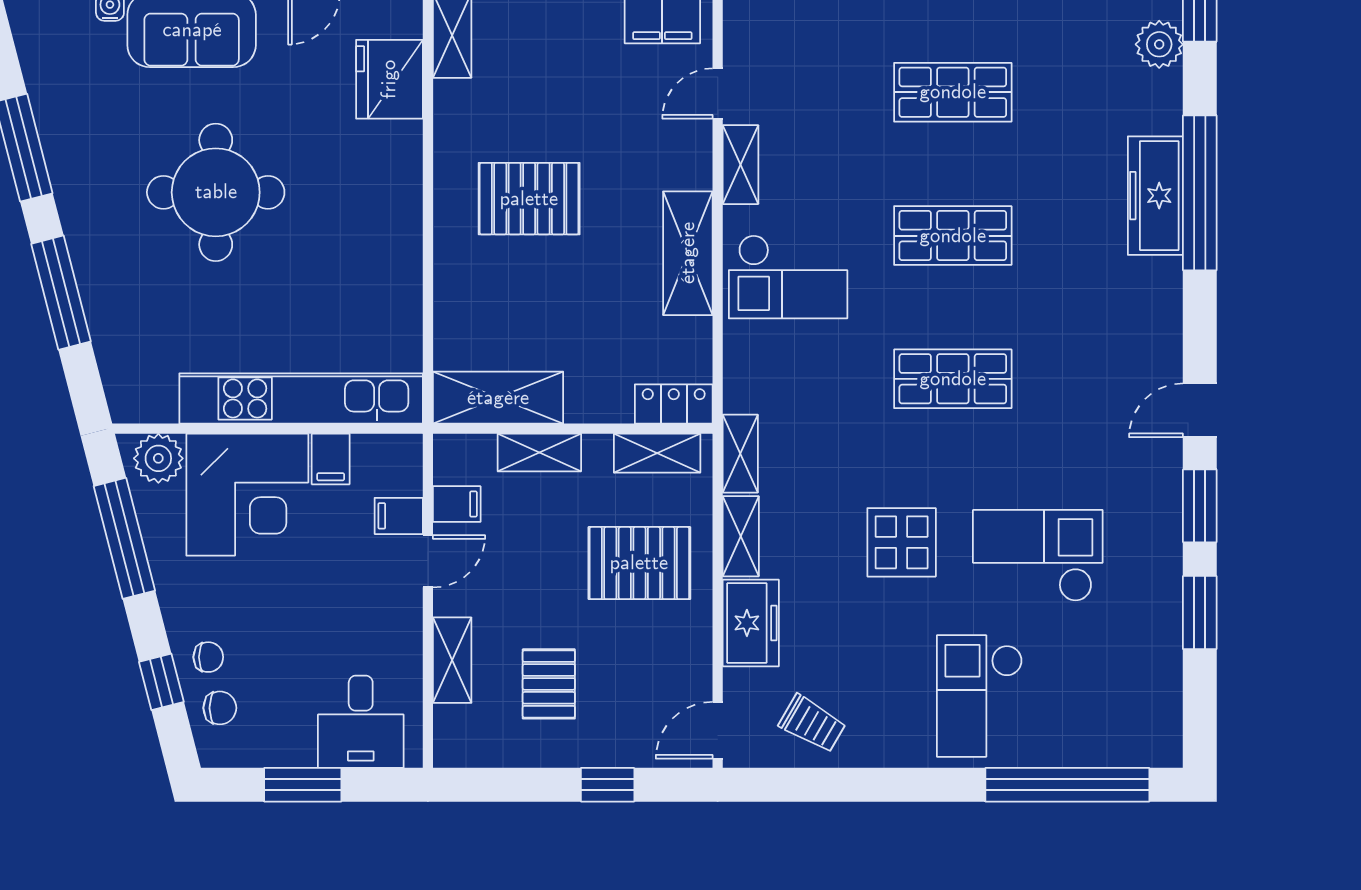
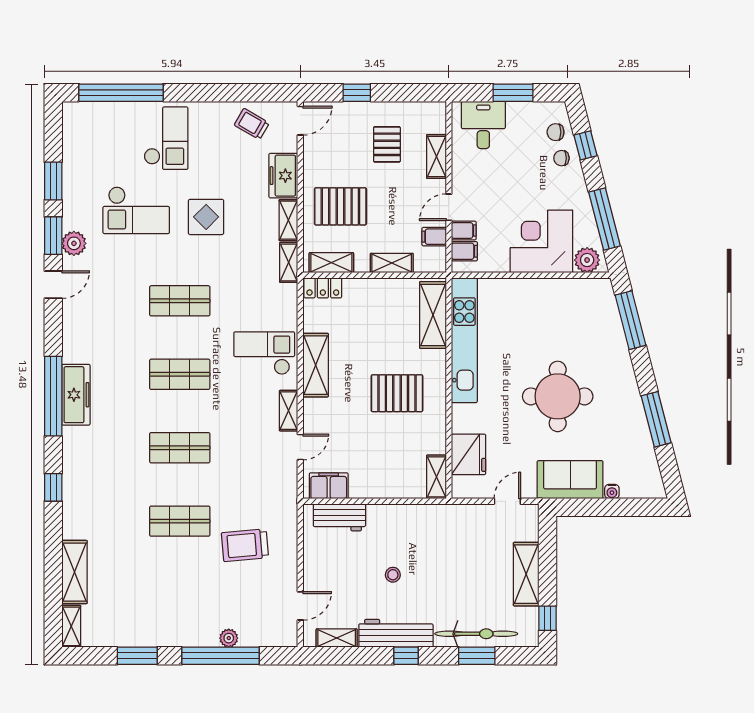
plant: (1159, 44) -> (74, 243), moved
window: (61, 293) -> (631, 320), moved
kitchen unit: (301, 398) -> (464, 340), moved, turned -90
shelving: (498, 398) -> (433, 315), moved, turned 90
filing cabinet: (331, 459) -> (464, 251), moved, turned 90

